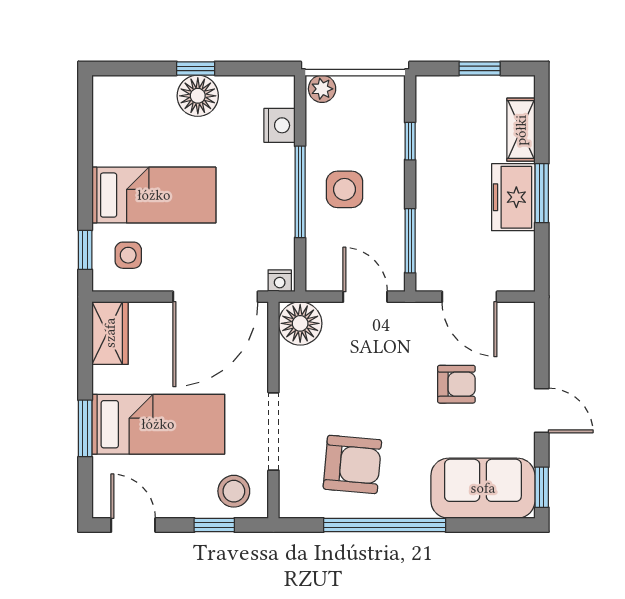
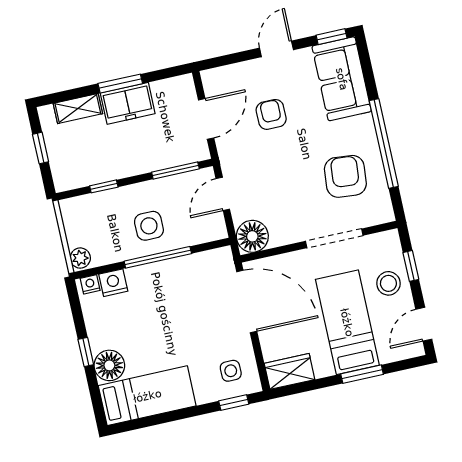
floor lamp: (198, 96) -> (109, 365), moved
bed: (154, 195) -> (147, 396), moved, turned 90
nightstand: (280, 281) -> (90, 284), moved, turned -90
stool: (234, 491) -> (388, 283), moved

